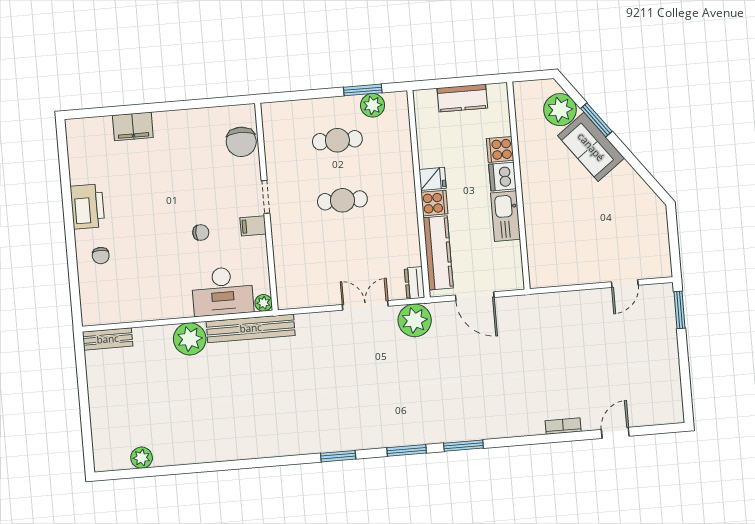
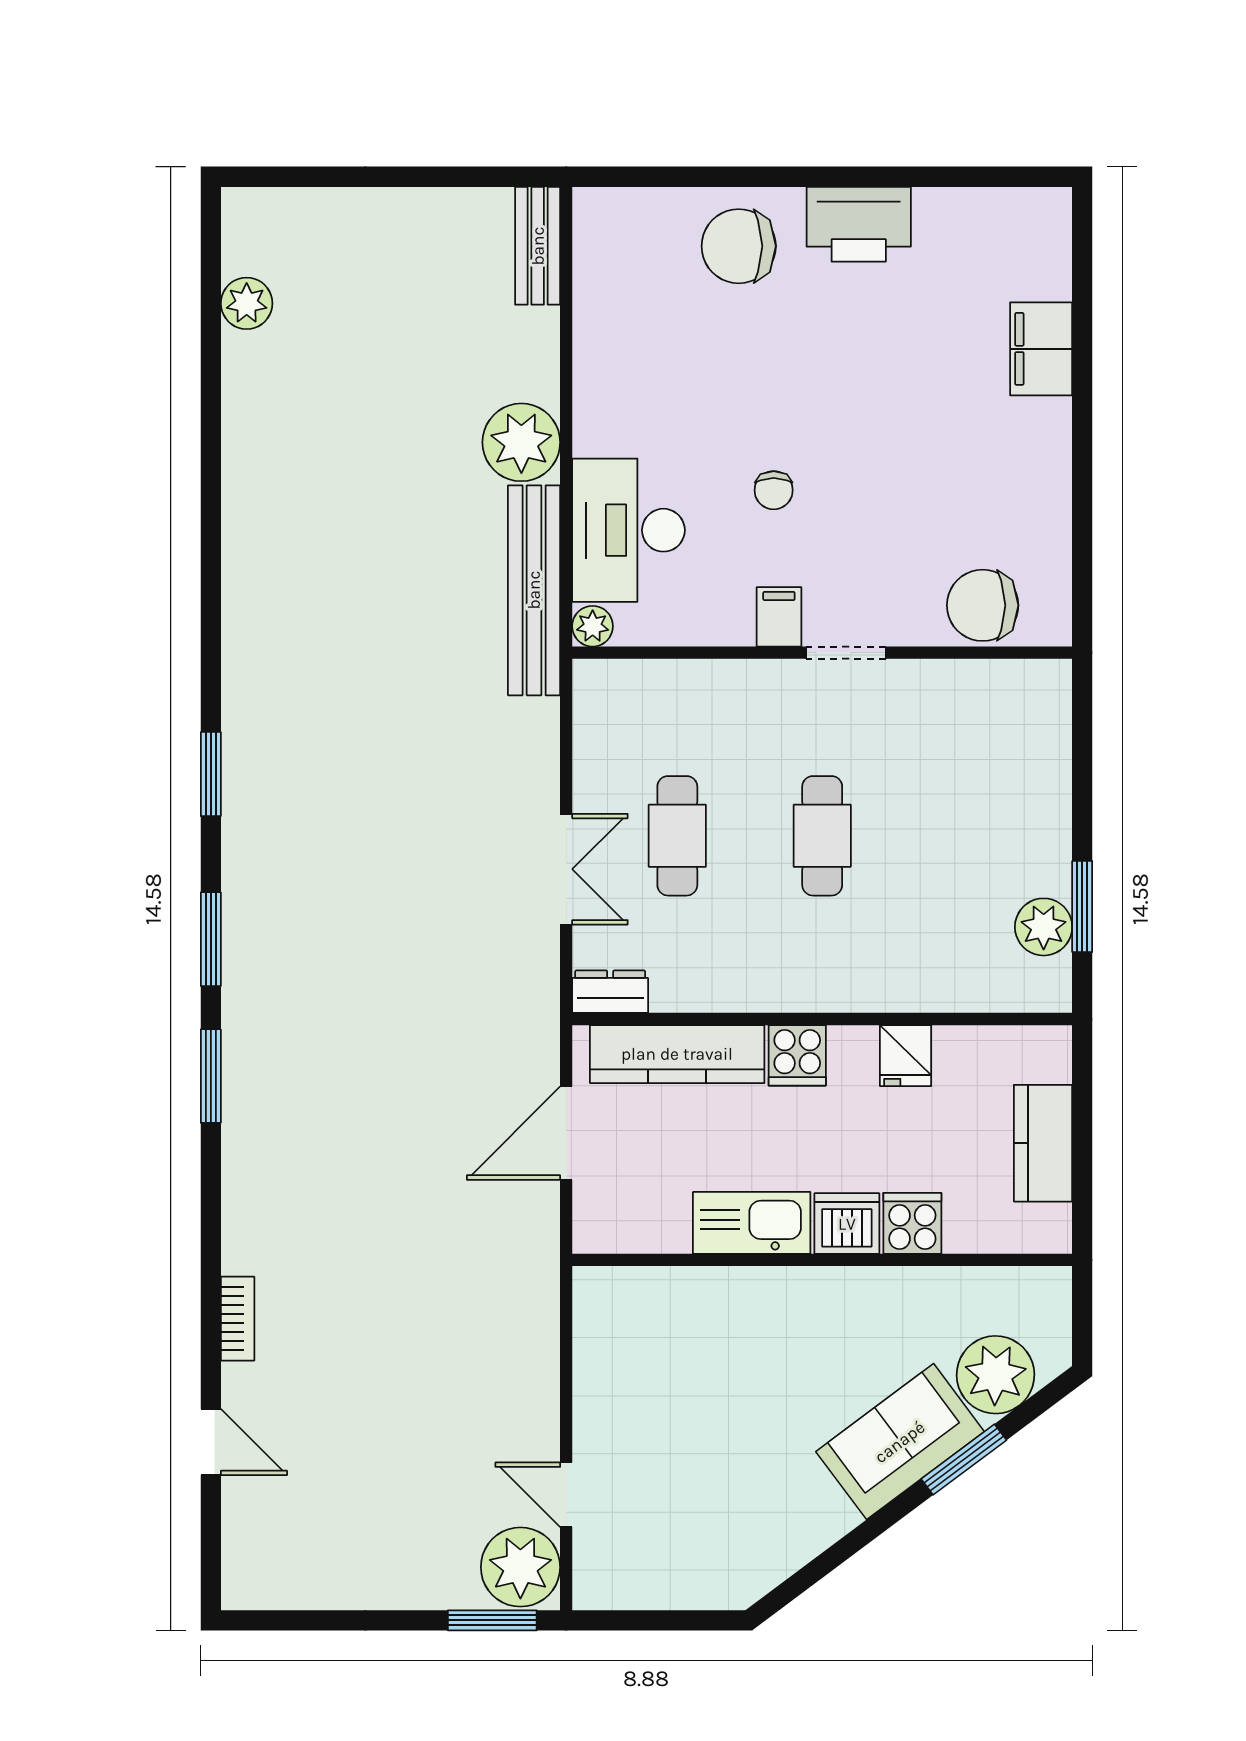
cafe table: (337, 140) -> (677, 836), moved
fridge: (432, 179) -> (906, 1056), moved
chair: (101, 256) -> (739, 246), width x1.87, depth x1.87
plant: (415, 320) -> (520, 1567), moved

